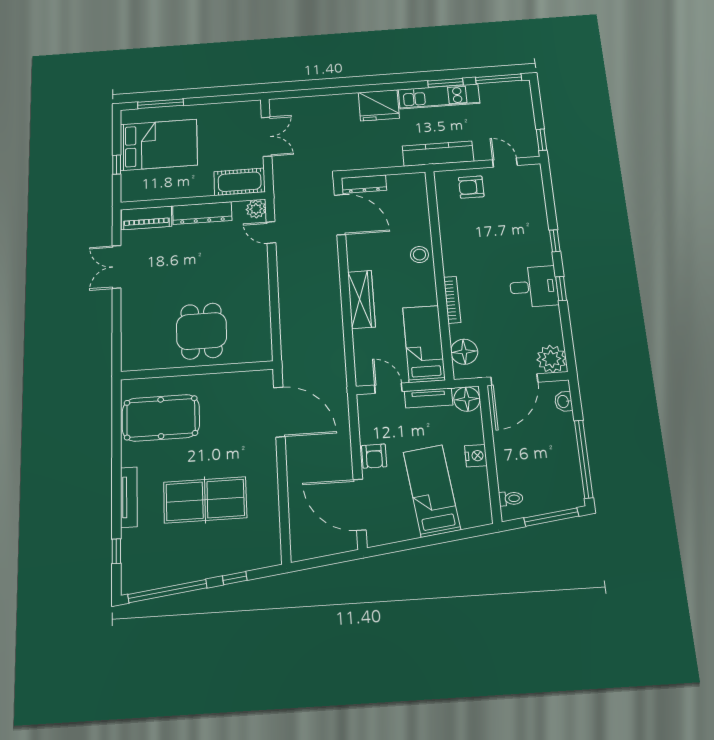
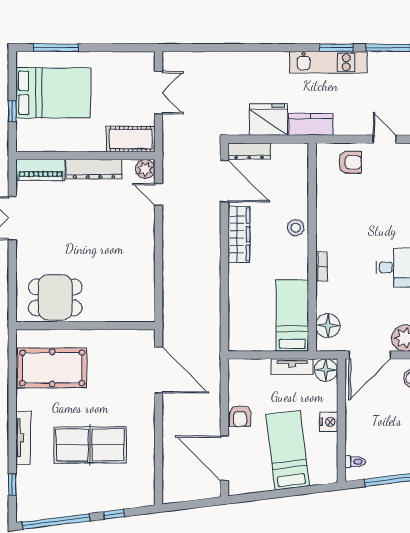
fridge: (379, 105) -> (268, 120), moved, turned 180
kitchen counter: (438, 154) -> (311, 124), width x0.67
armchair: (471, 187) -> (350, 162), turned 180
wardrobe: (361, 299) -> (239, 234), moved
bookcase: (452, 300) -> (322, 266), width x0.64
dining table: (201, 331) -> (55, 297), moved, turned 90
door: (388, 388) -> (257, 355), removed

